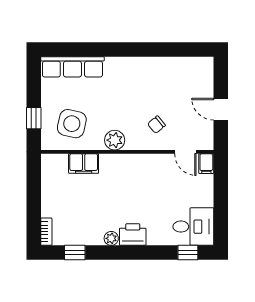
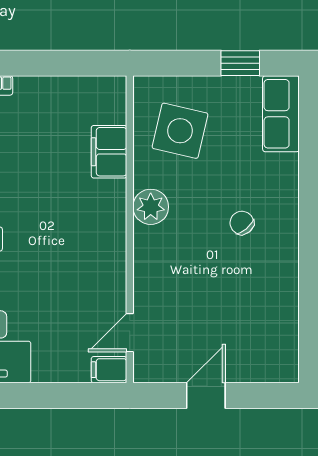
row of seats: (72, 67) -> (281, 114), width x0.68
window: (34, 118) -> (240, 63), moved
chair: (156, 125) -> (242, 223), moved

